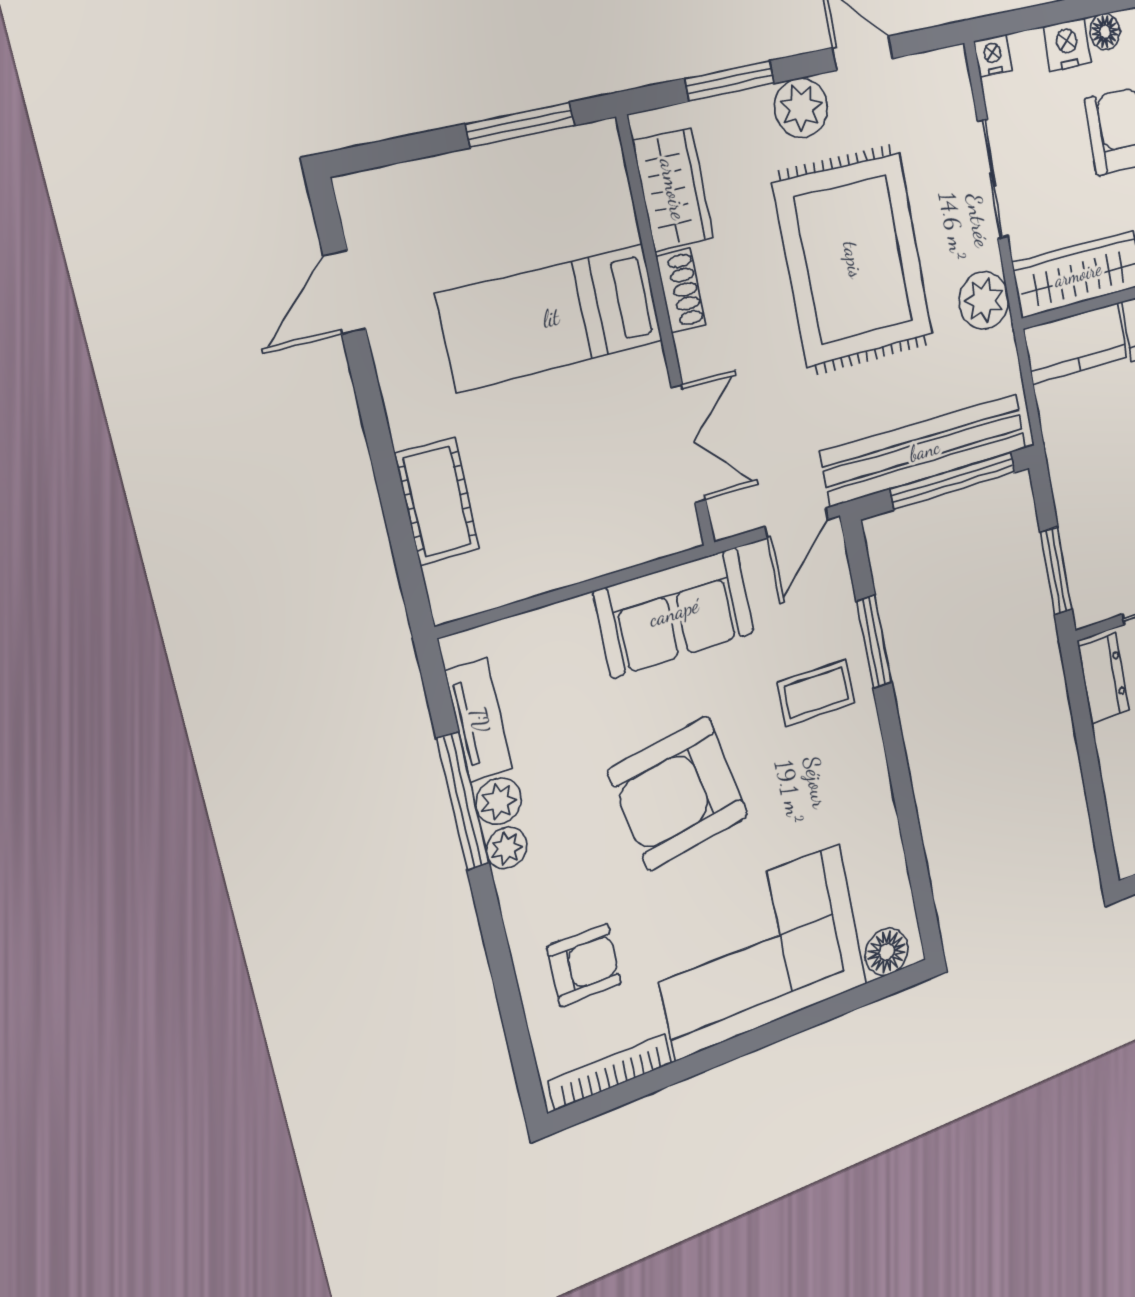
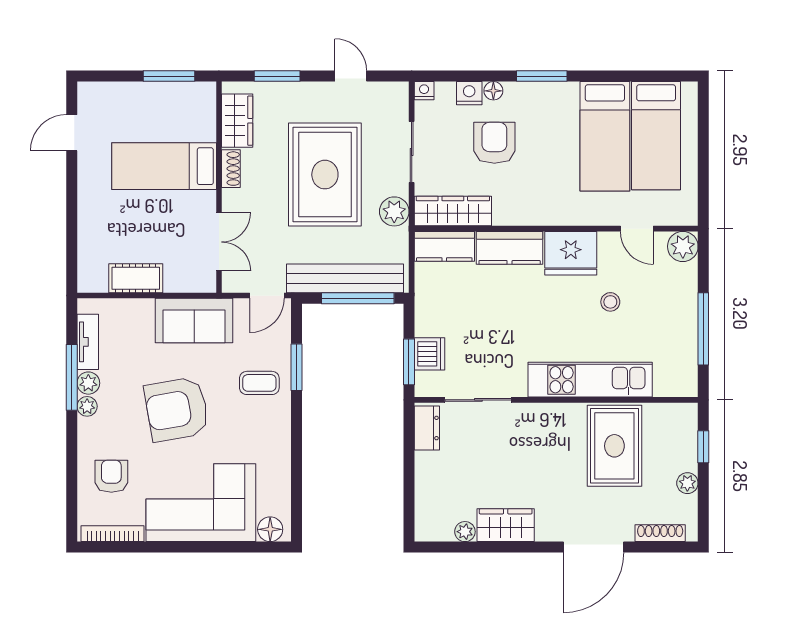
plant: (801, 108) -> (312, 96), removed
cot: (437, 501) -> (136, 278), moved, turned 90
dishwasher: (1085, 546) -> (429, 354), added
armchair: (584, 965) -> (111, 476), turned -90

